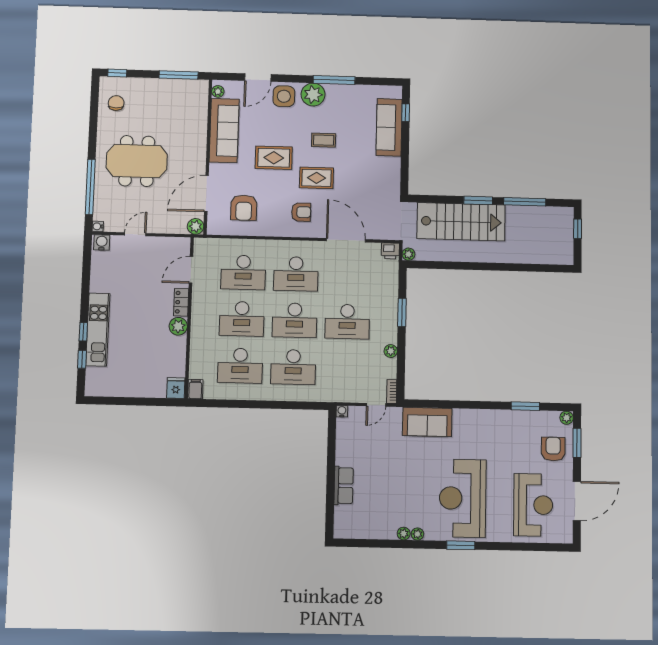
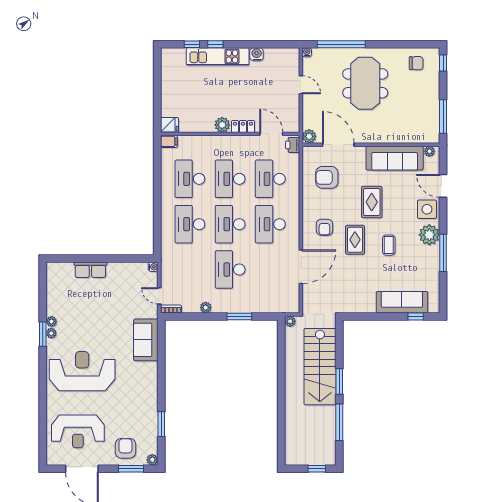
water cooler: (102, 242) -> (257, 54), moved, turned -90
printer: (390, 251) -> (293, 145), moved
armchair: (553, 449) -> (125, 448), turned -90
window: (461, 545) -> (43, 334), moved

